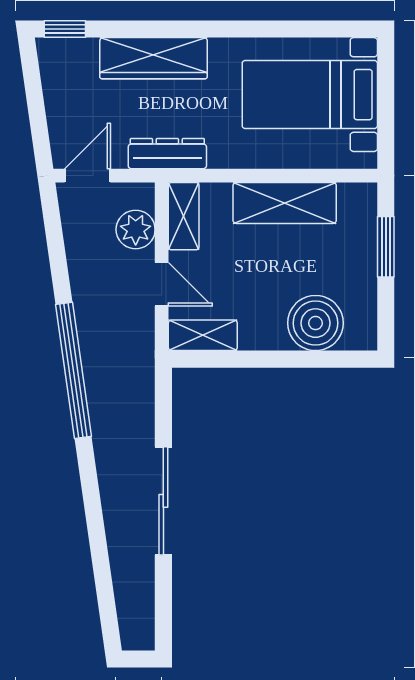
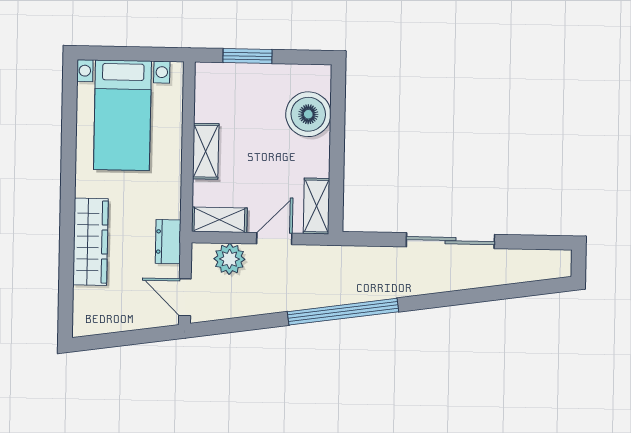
window: (65, 29) -> (65, 313), removed
dresser: (167, 154) -> (168, 242), width x0.70
shelving: (285, 203) -> (206, 151), width x0.67, depth x0.75

